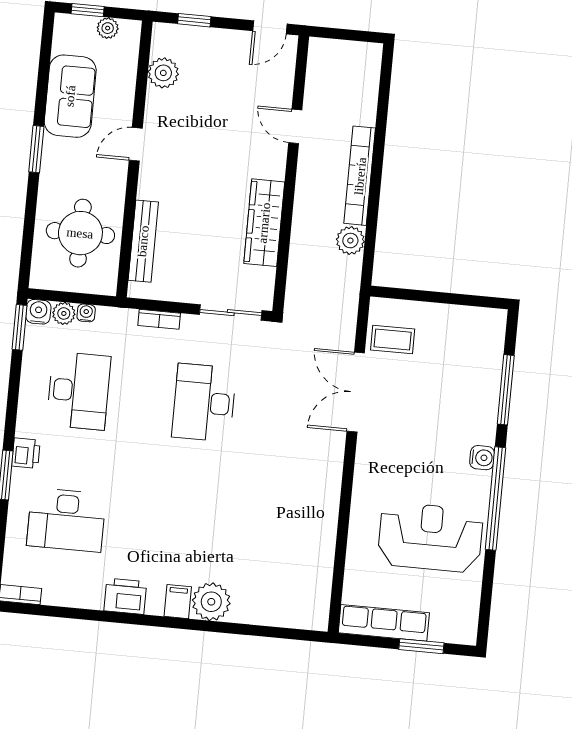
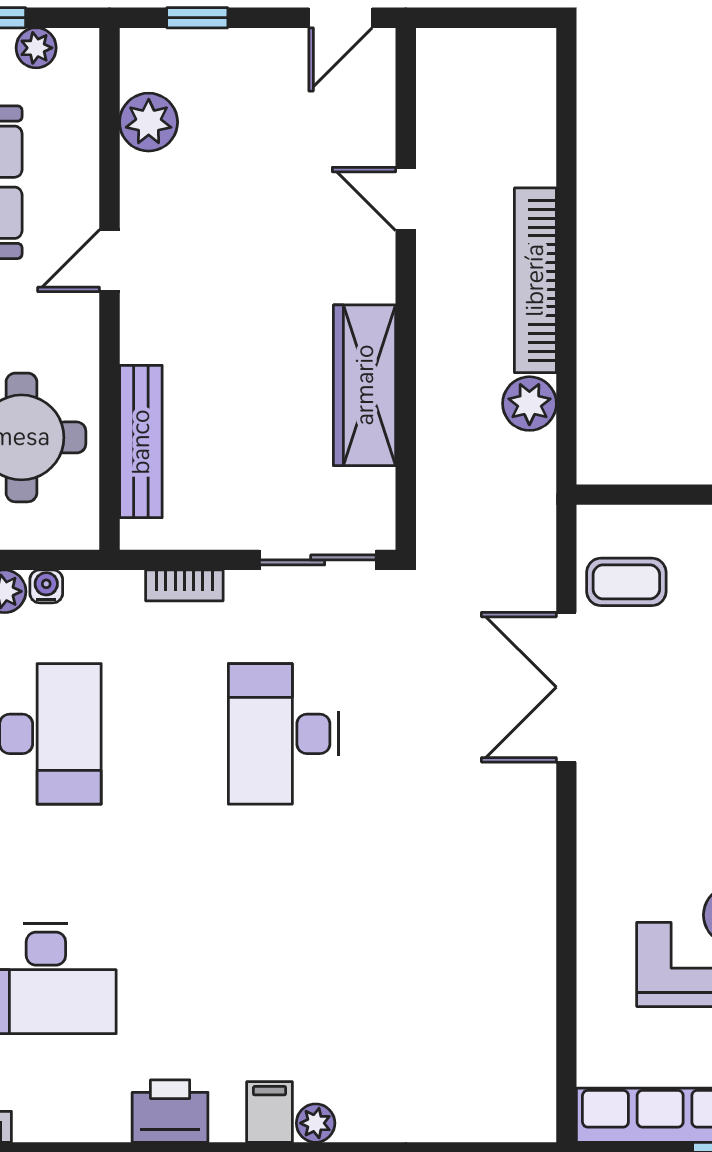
plant: (211, 602) -> (316, 1123), width x0.53, depth x0.53

